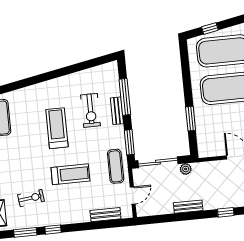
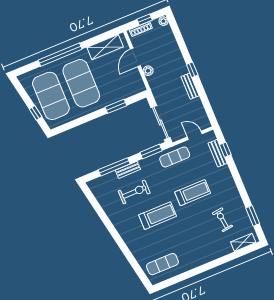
treadmill: (57, 128) -> (158, 216), turned 180
plant: (186, 169) -> (148, 71), moved
treadmill: (70, 174) -> (193, 193), turned 90
window: (226, 212) -> (192, 70), moved
window: (53, 230) -> (225, 150), moved

